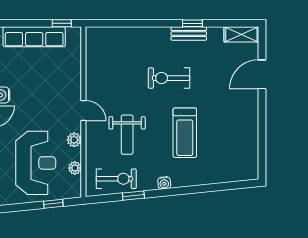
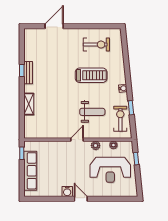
shelving: (241, 34) -> (29, 104), moved
door: (262, 74) -> (54, 26), swing flipped
exercise bike: (169, 78) -> (96, 45), moved, turned -90
reception desk: (36, 163) -> (110, 170), turned 180

